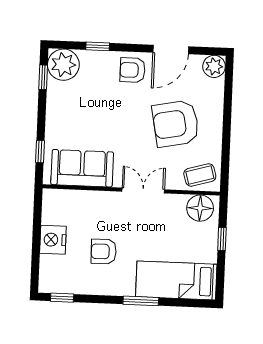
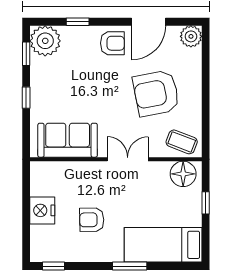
armchair: (133, 70) -> (112, 43), turned 180
window: (40, 152) -> (26, 98), moved
coffee table: (200, 175) -> (182, 142), turned 37

